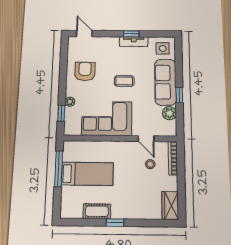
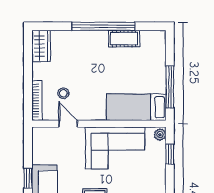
plant: (70, 102) -> (160, 135), moved
plant: (169, 113) -> (40, 155), removed
bed: (87, 174) -> (136, 107), moved
window: (115, 223) -> (103, 26), width x3.17

